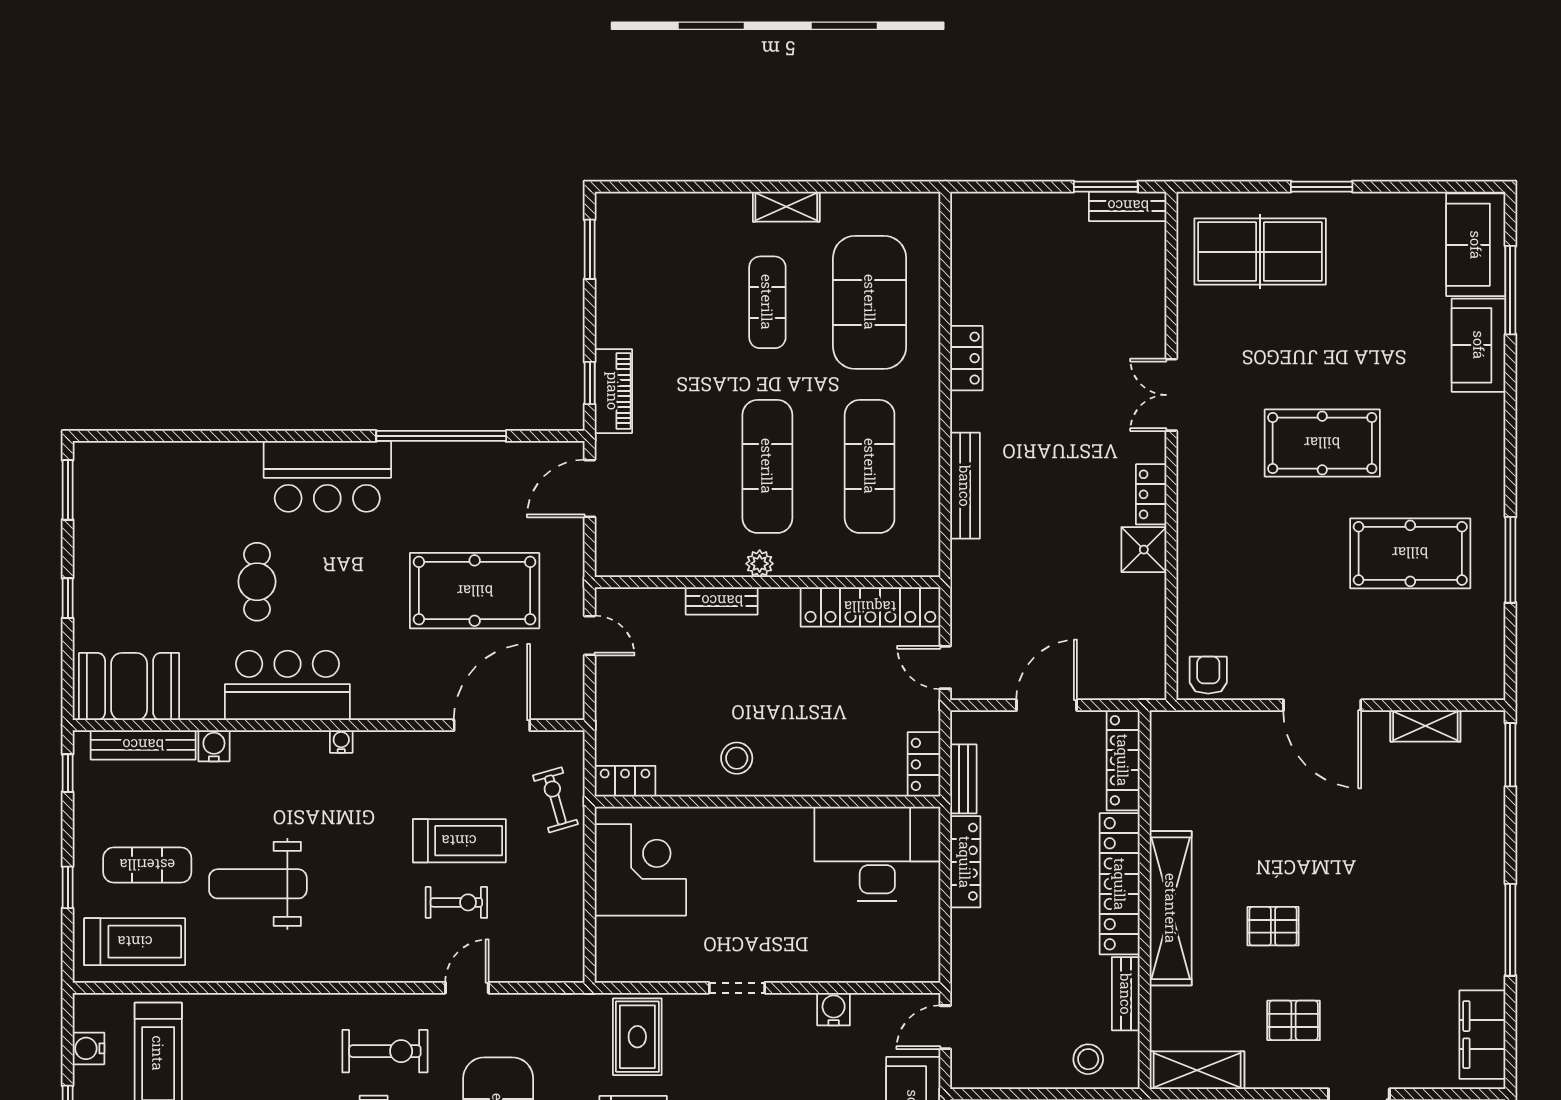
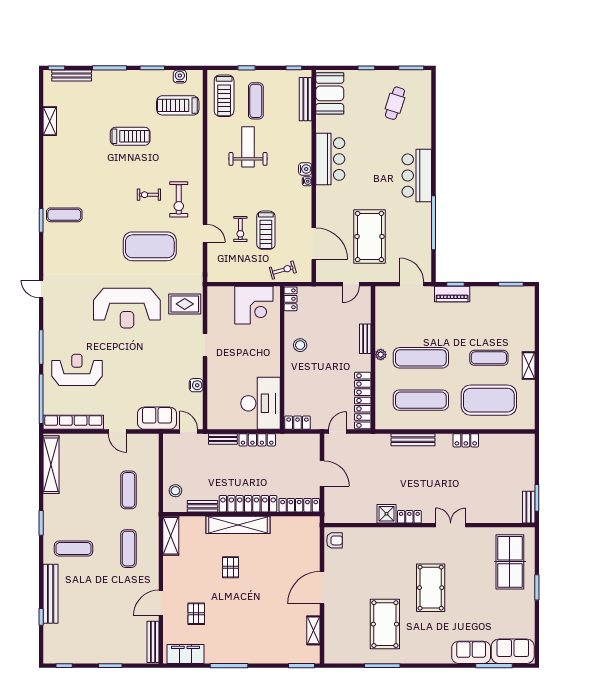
cafe table: (257, 582) -> (395, 103), moved, turned -72
water cooler: (214, 746) -> (305, 169), moved
bench: (963, 779) -> (223, 439), moved
pallet: (1294, 1020) -> (196, 614), moved

